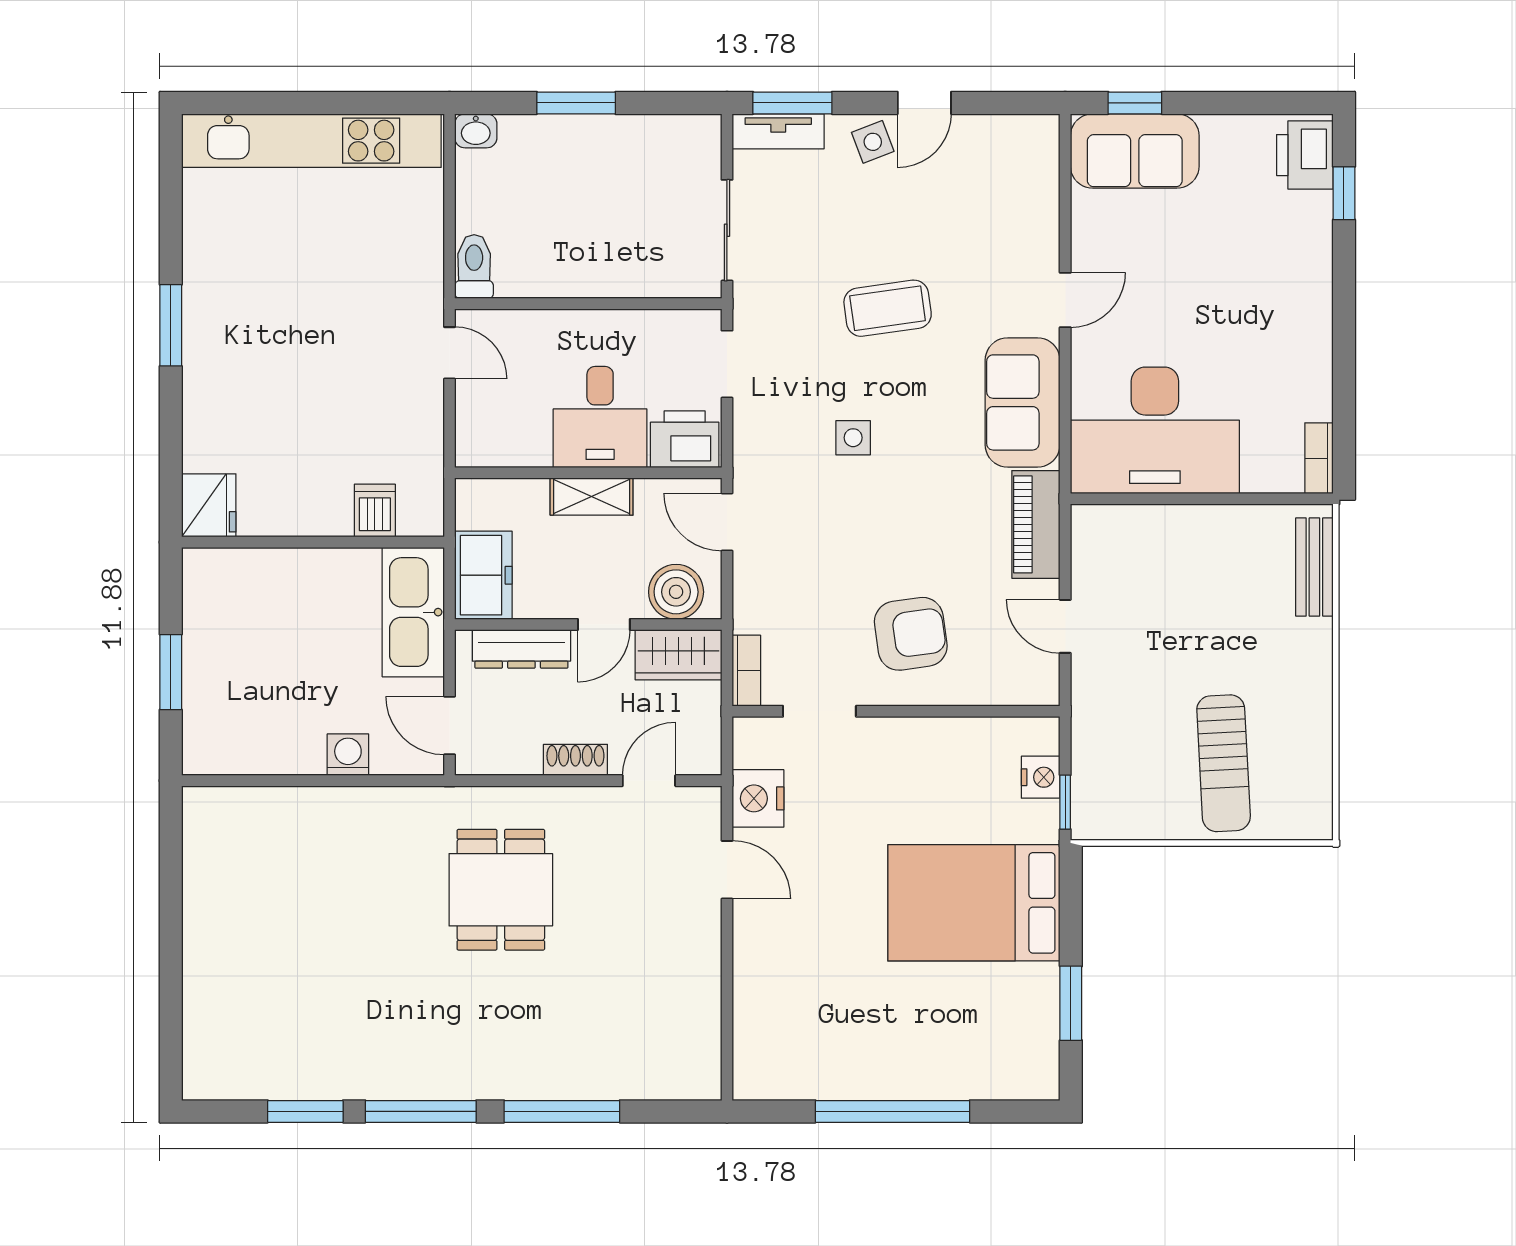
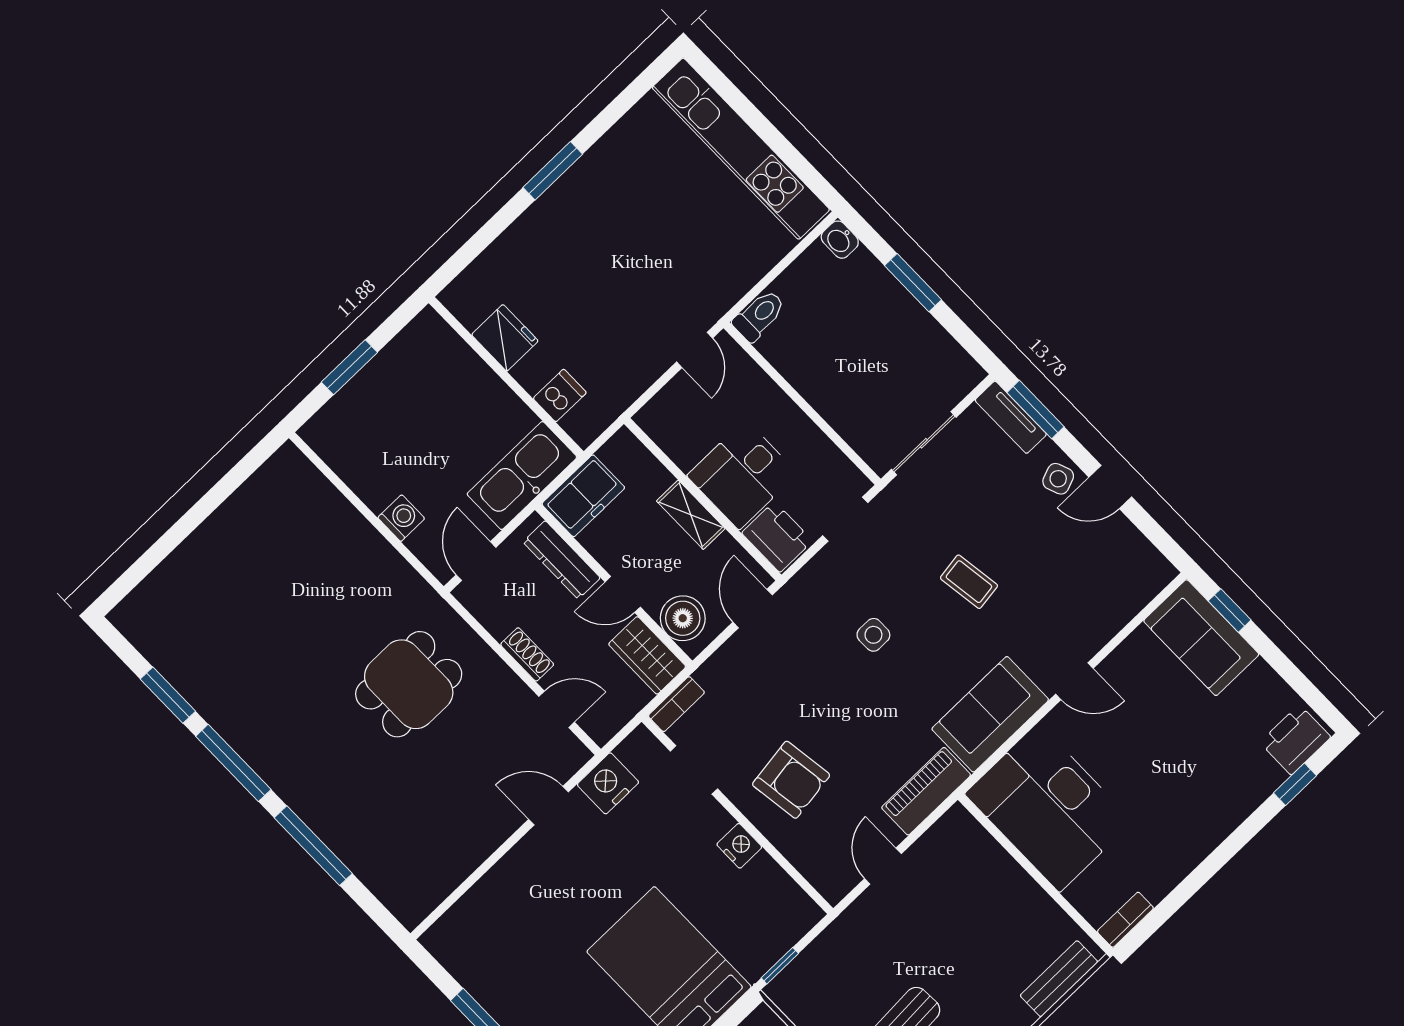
coffee table: (888, 308) -> (969, 582), width x0.73, depth x0.77
fridge: (209, 505) -> (505, 338), moved, turned -90
nightstand: (1041, 777) -> (739, 846), moved, turned -90
door: (727, 870) -> (549, 806), swing flipped

